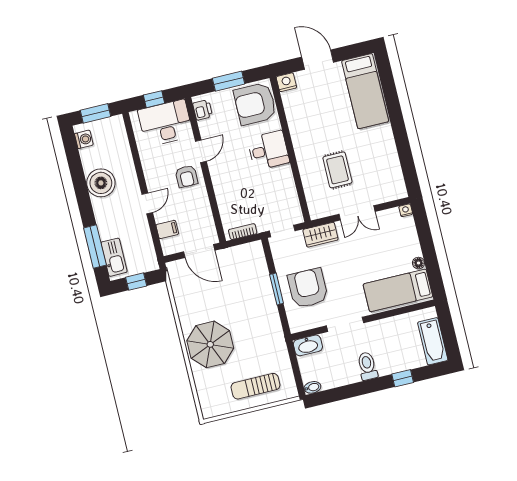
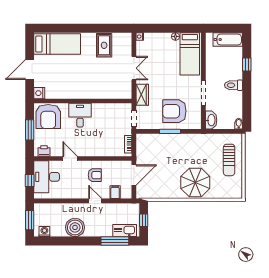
rug: (337, 170) -> (104, 45), moved, turned 90
armchair: (186, 176) -> (95, 175), moved

